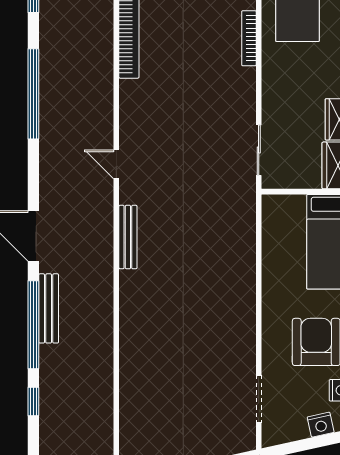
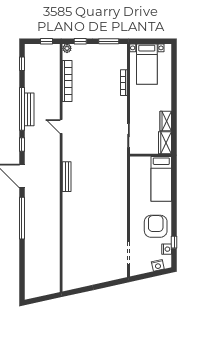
door: (116, 164) -> (61, 127), moved
bench: (49, 308) -> (29, 109), moved
window: (33, 402) -> (22, 145), moved

